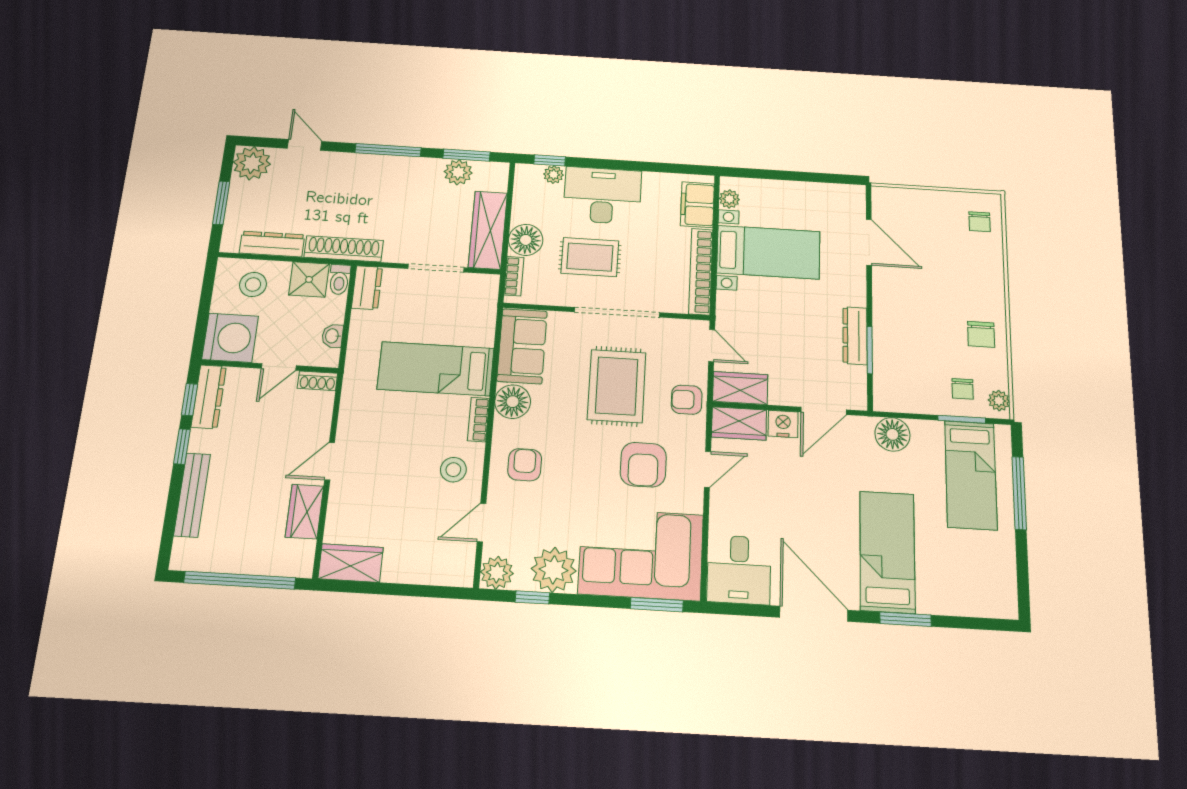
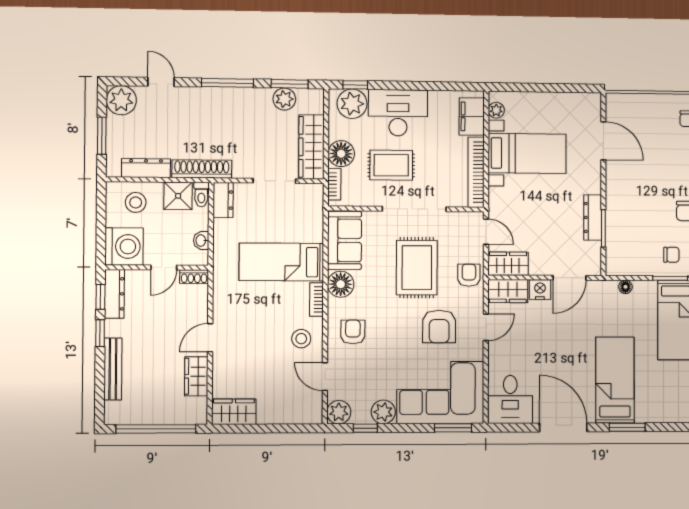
plant: (554, 175) -> (352, 104), width x1.88, depth x1.88
chair: (963, 389) -> (671, 255), turned -90
armchair: (687, 400) -> (469, 275), turned 90
floor lamp: (892, 434) -> (625, 287), width x0.53, depth x0.53
door: (482, 523) -> (325, 377), hinge flipped
plant: (554, 570) -> (383, 412), width x0.73, depth x0.73

